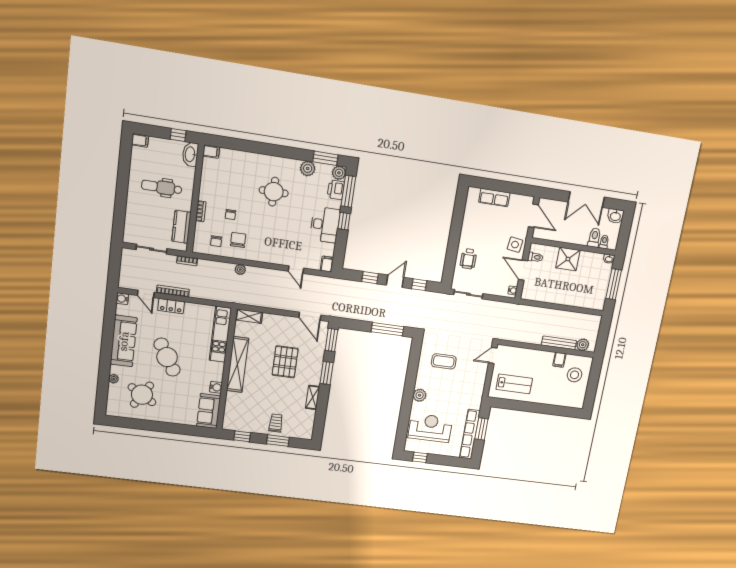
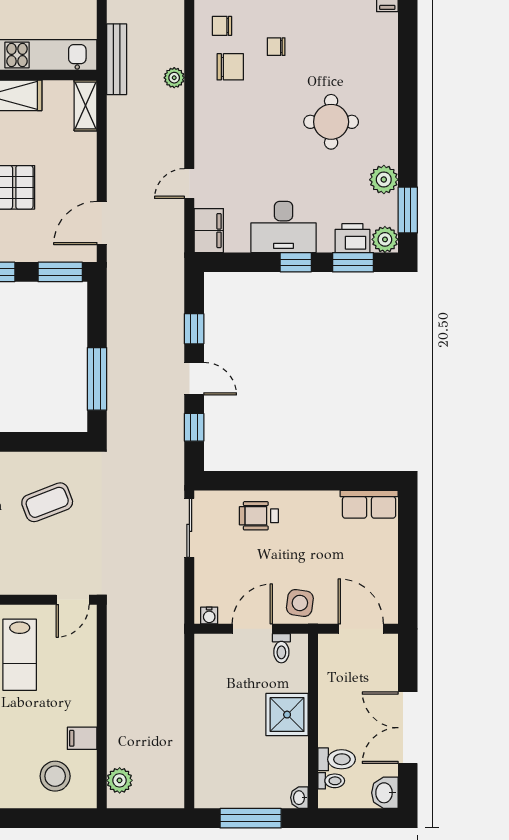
window: (348, 191) -> (353, 262), width x0.69
row of seats: (494, 197) -> (369, 504), moved, turned -90
door: (533, 216) -> (361, 629), swing flipped
filing cabinet: (327, 264) -> (209, 231), width x2.00
bench: (559, 343) -> (117, 59), moved
door: (493, 355) -> (73, 600), swing flipped
coffee table: (444, 361) -> (47, 502), turned 69

